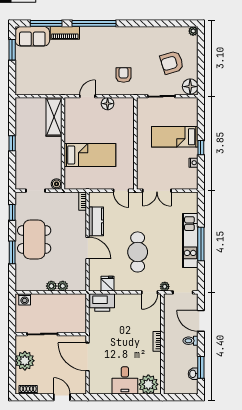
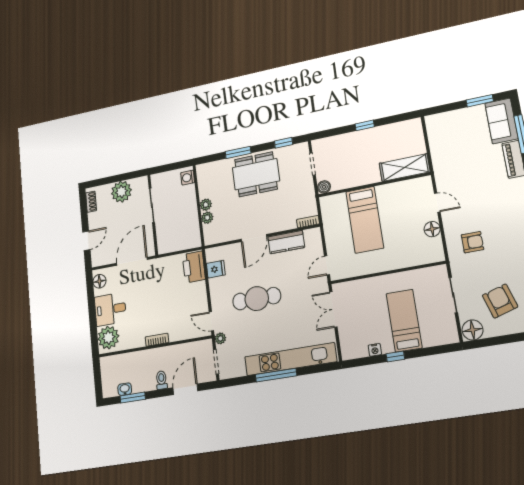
kitchen unit: (190, 240) -> (290, 359), width x1.36
floor lamp: (99, 388) -> (99, 281), added

